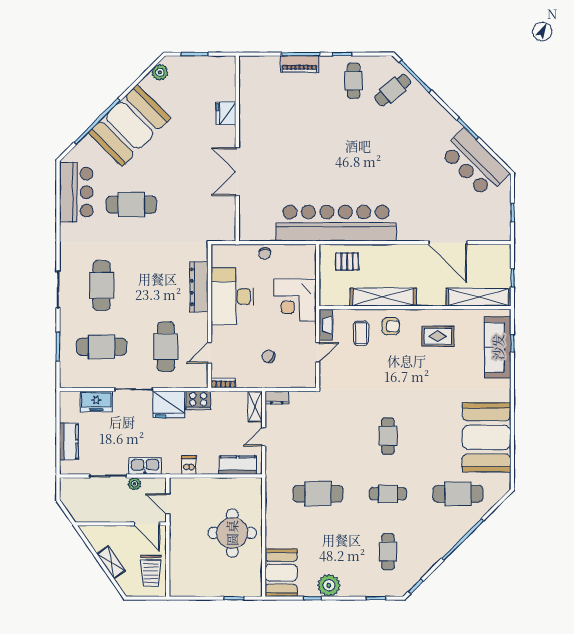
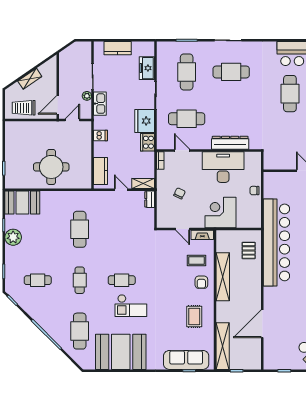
checkout: (423, 423) -> (131, 306), added

